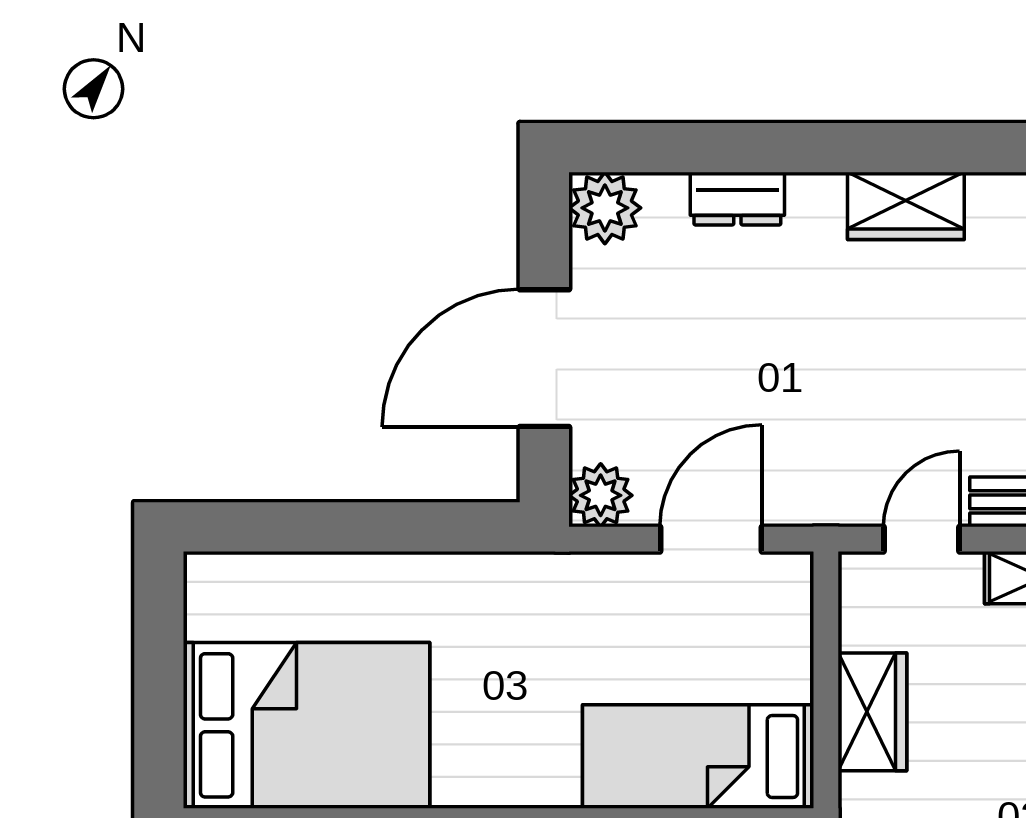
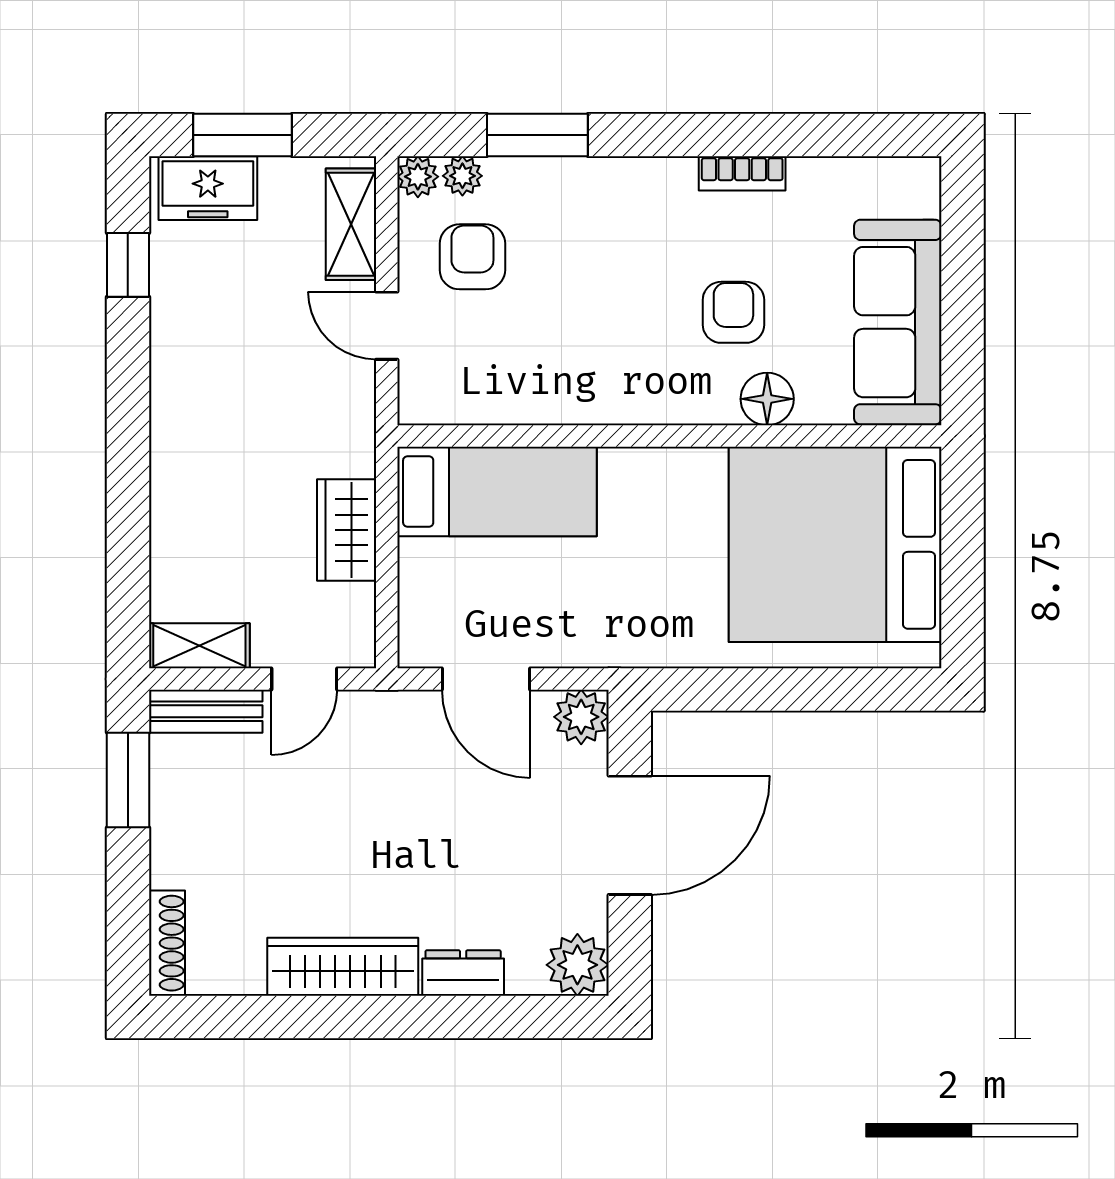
wardrobe: (906, 206) -> (343, 967), width x1.50
door: (711, 539) -> (486, 679), hinge flipped
bed: (306, 725) -> (835, 544), width x1.36

